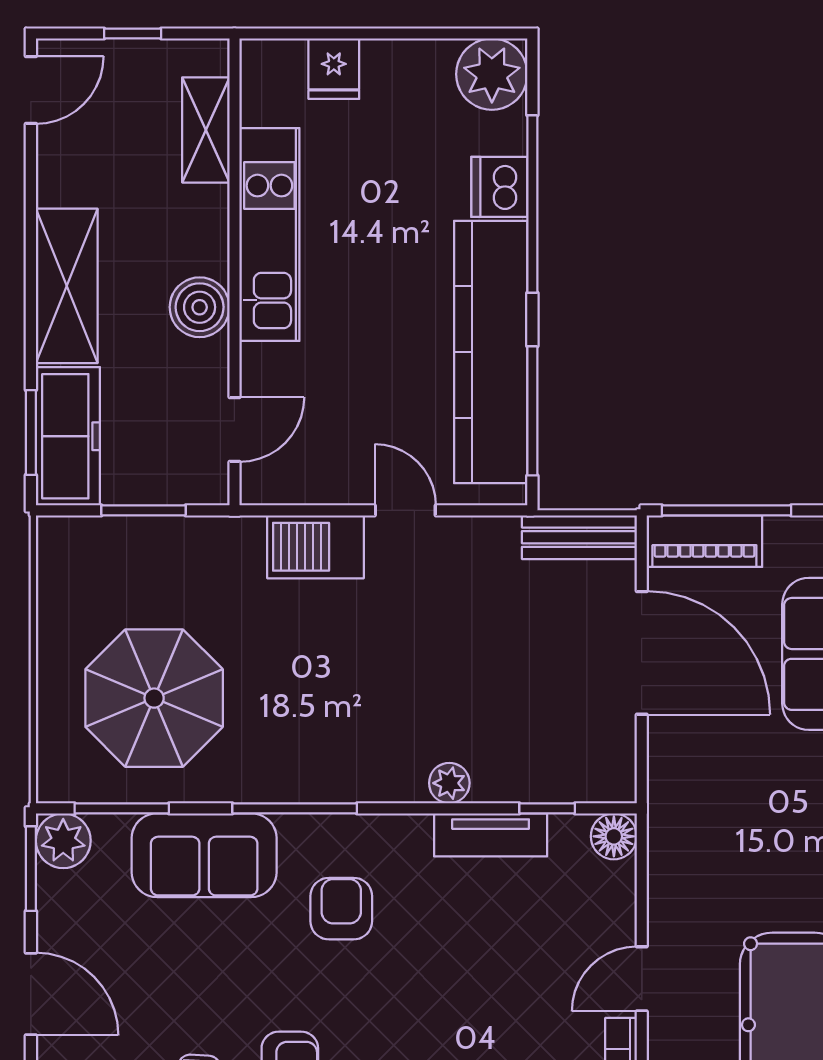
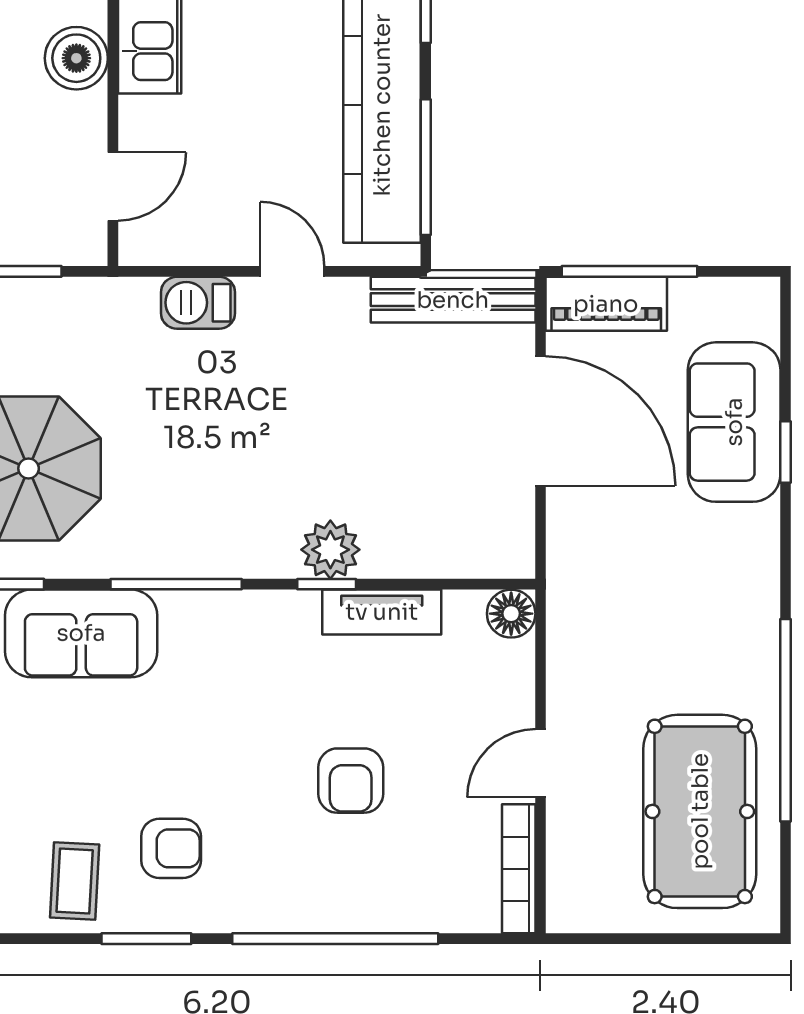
bench: (579, 537) -> (453, 300), width x1.36
barbecue: (316, 547) -> (198, 303), width x0.73, depth x0.79
plant: (449, 783) -> (330, 550), width x1.38, depth x1.38
window: (547, 808) -> (327, 584), moved
armchair: (341, 909) -> (351, 781), moved, turned 180

